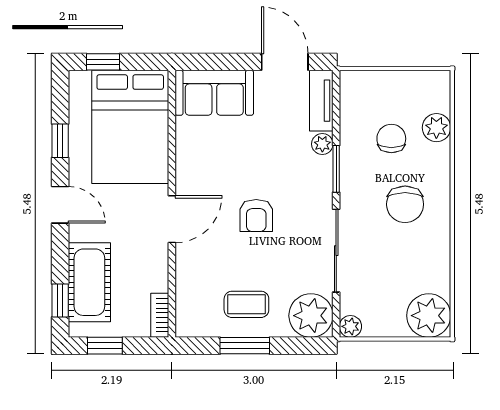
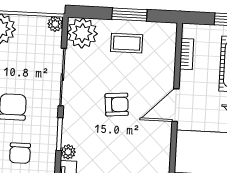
armchair: (256, 216) -> (117, 105), turned 85
bookcase: (160, 315) -> (187, 54), moved

